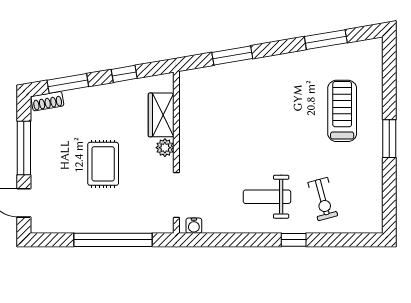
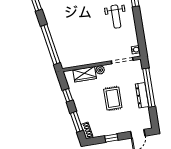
window: (232, 56) -> (50, 44), width x2.11
window: (24, 148) -> (111, 138), width x0.46
rug: (103, 164) -> (113, 98), turned 90
dresser: (100, 224) -> (142, 95), added

